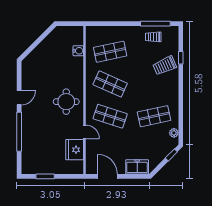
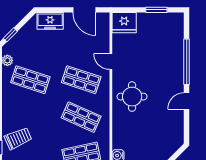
shop shelf: (154, 116) -> (30, 80), turned 30
fridge: (75, 150) -> (124, 23), moved, turned 90

